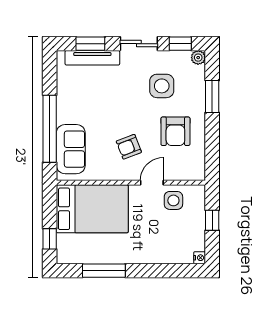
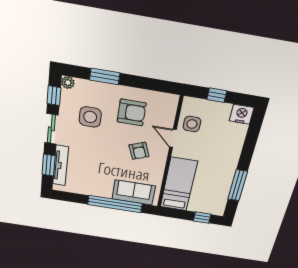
bed: (92, 209) -> (179, 184), width x0.67
nightstand: (200, 258) -> (242, 114), width x1.89, depth x1.79

